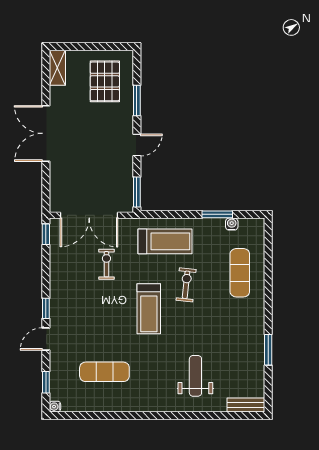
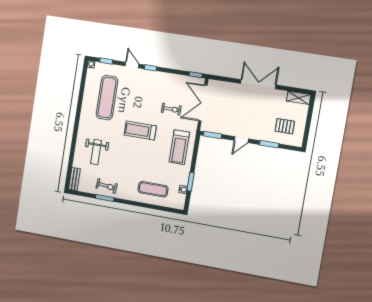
pallet: (105, 81) -> (285, 126), width x0.67, depth x0.71
door: (137, 145) -> (241, 140), hinge flipped
exercise bike: (186, 285) -> (107, 186), moved
exercise mat: (104, 372) -> (107, 98), width x1.36, depth x1.45
weight bench: (195, 376) -> (96, 152), turned 90

